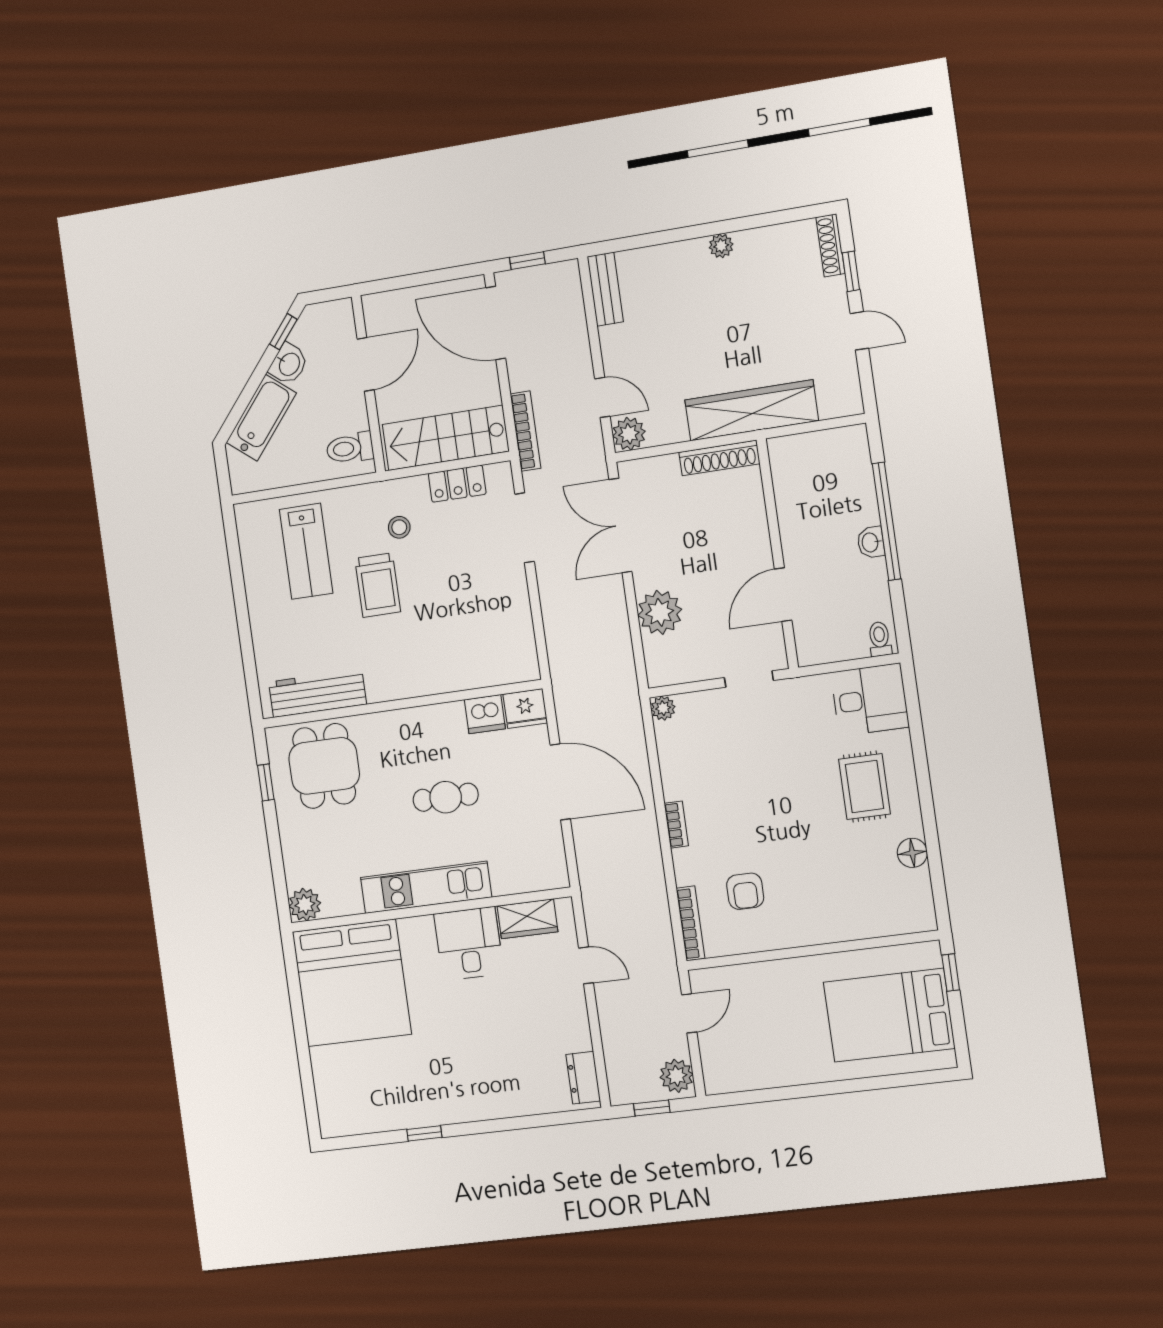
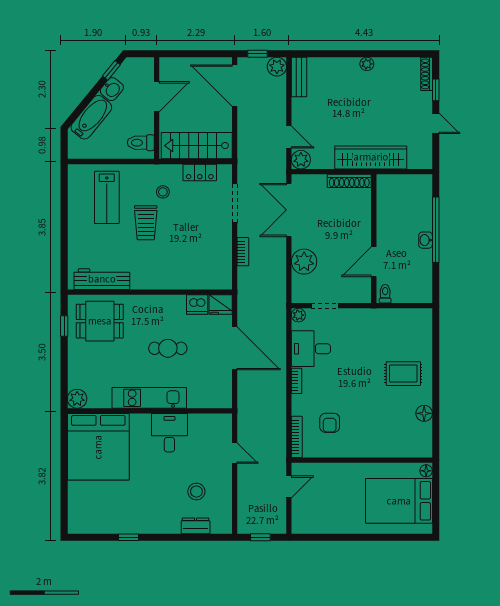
bookcase: (525, 431) -> (243, 252), moved, width x0.64
toilet: (880, 639) -> (385, 294), moved
doorway: (749, 679) -> (325, 306), moved
desk: (870, 700) -> (311, 349), moved, turned 180
dining table: (324, 766) -> (100, 321), turned 90
rug: (864, 787) -> (403, 374), turned 90
wardrobe: (527, 919) -> (205, 423), removed
floor lamp: (931, 956) -> (426, 471), added
window: (951, 972) -> (436, 481), removed
stool: (529, 1041) -> (196, 492), added
plant: (676, 1076) -> (277, 67), moved
dresser: (583, 1078) -> (196, 526), moved, turned 90

